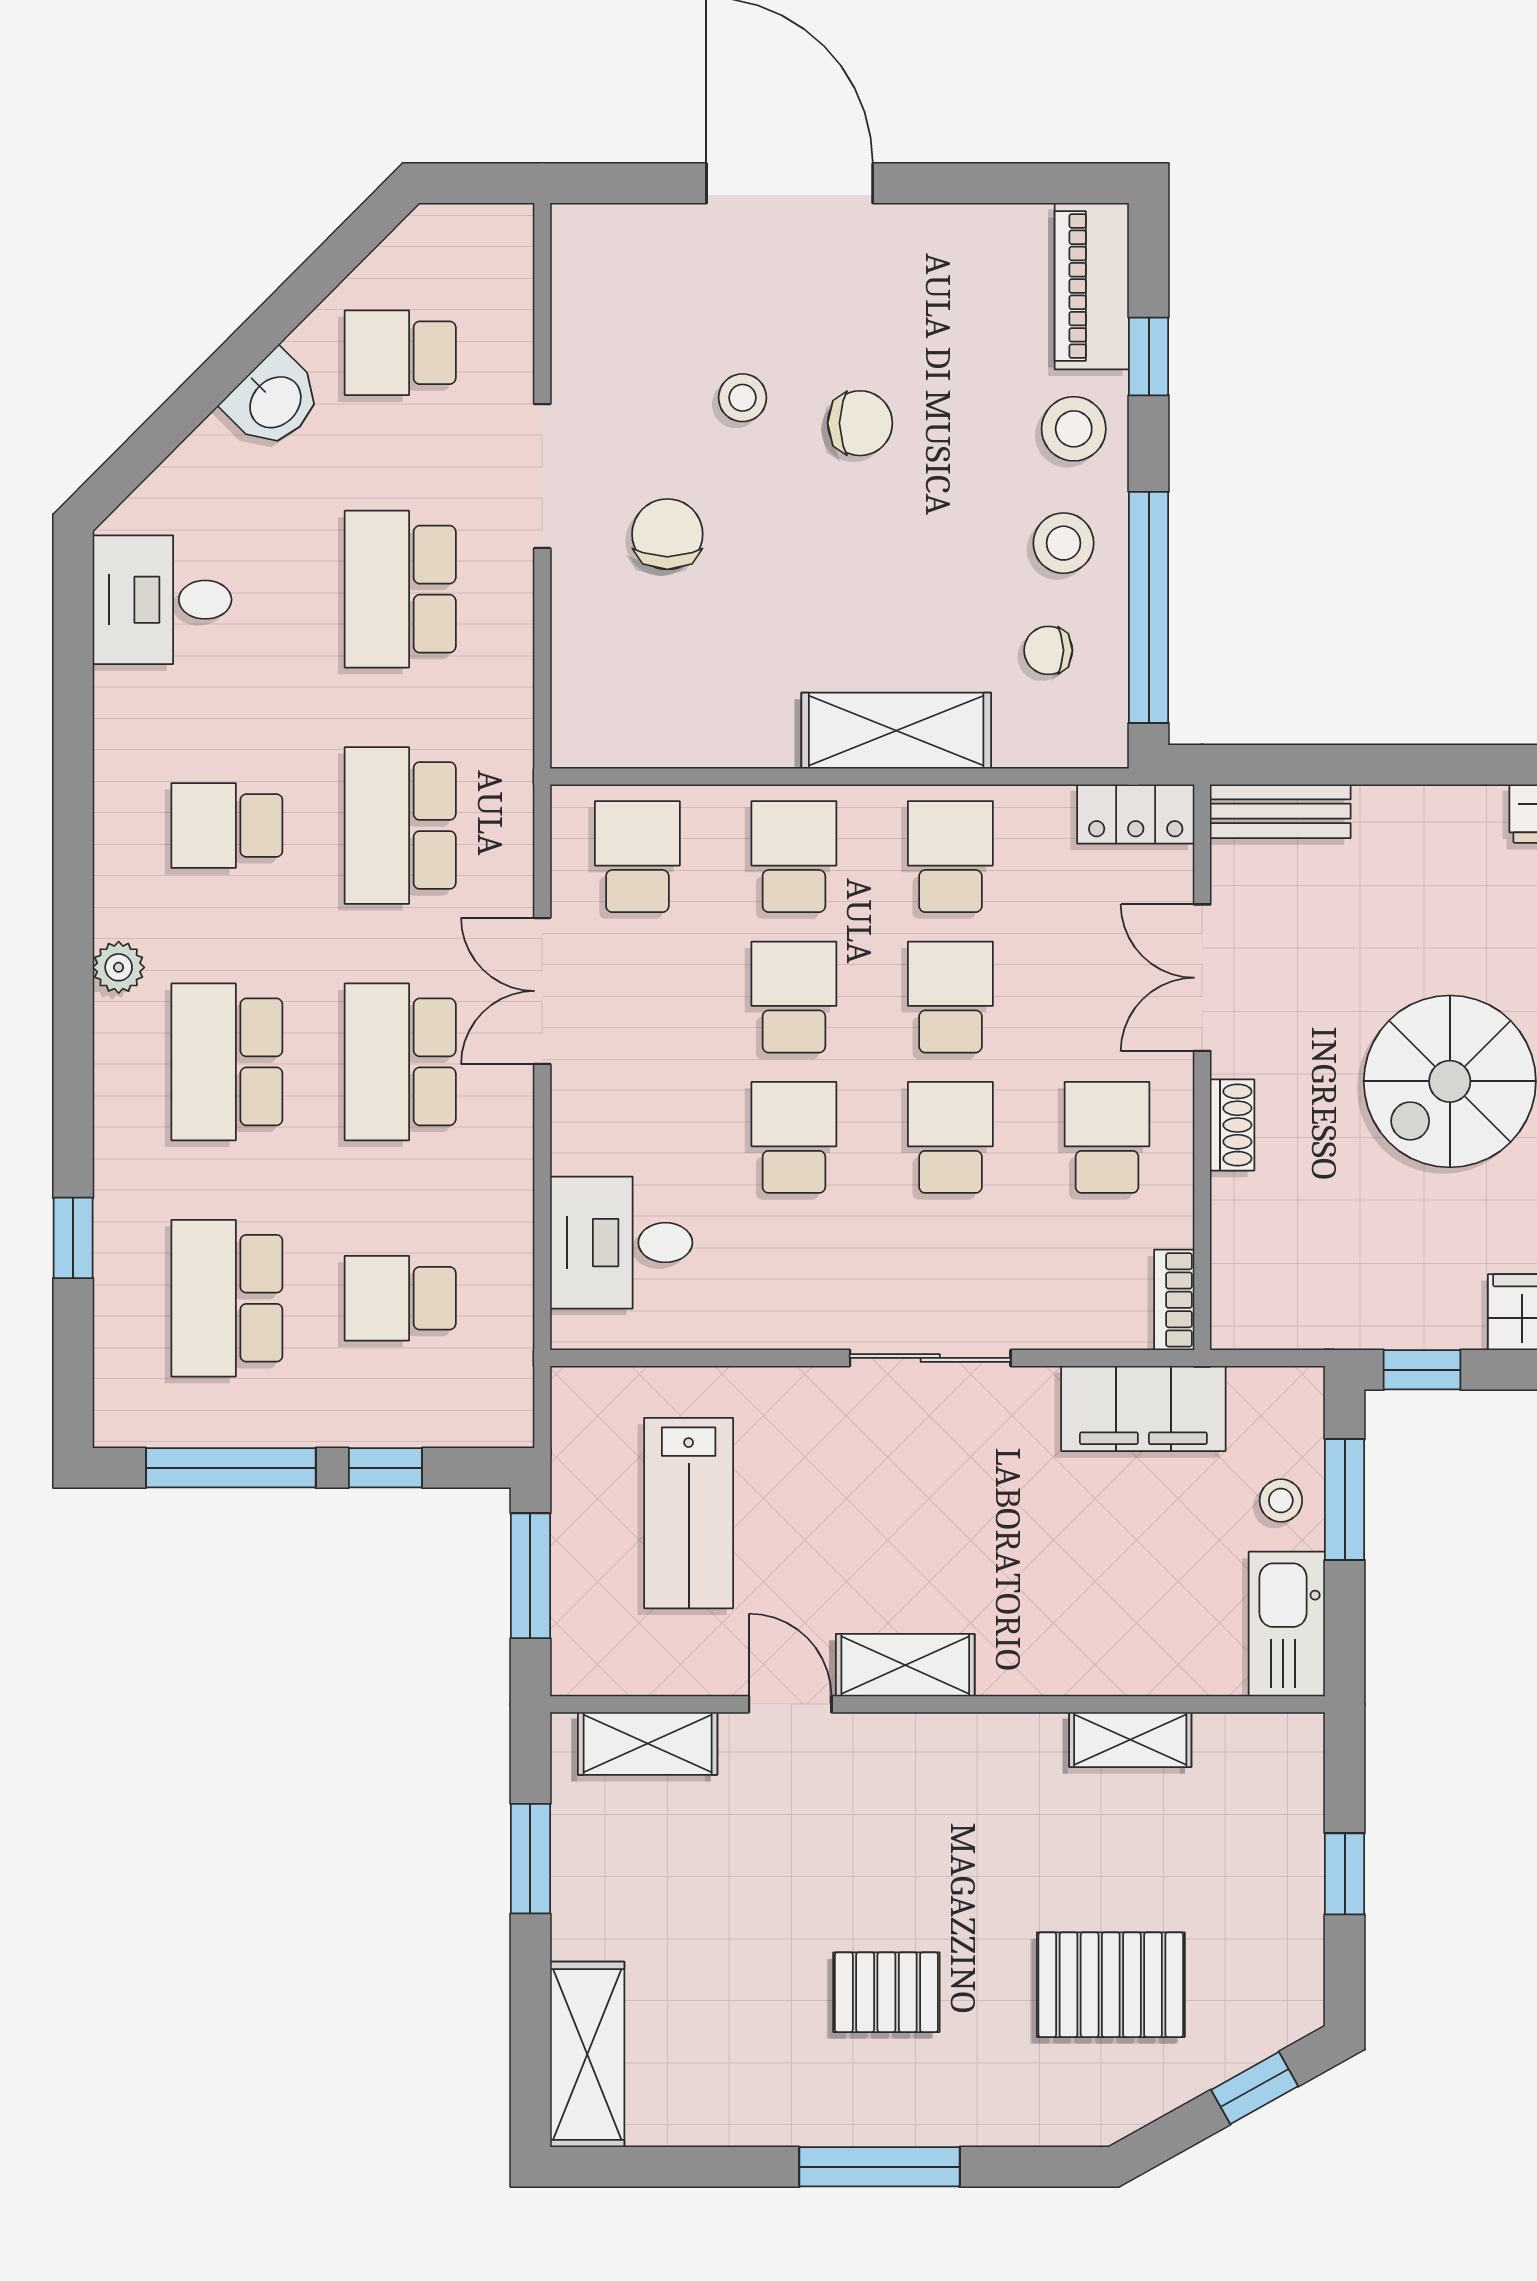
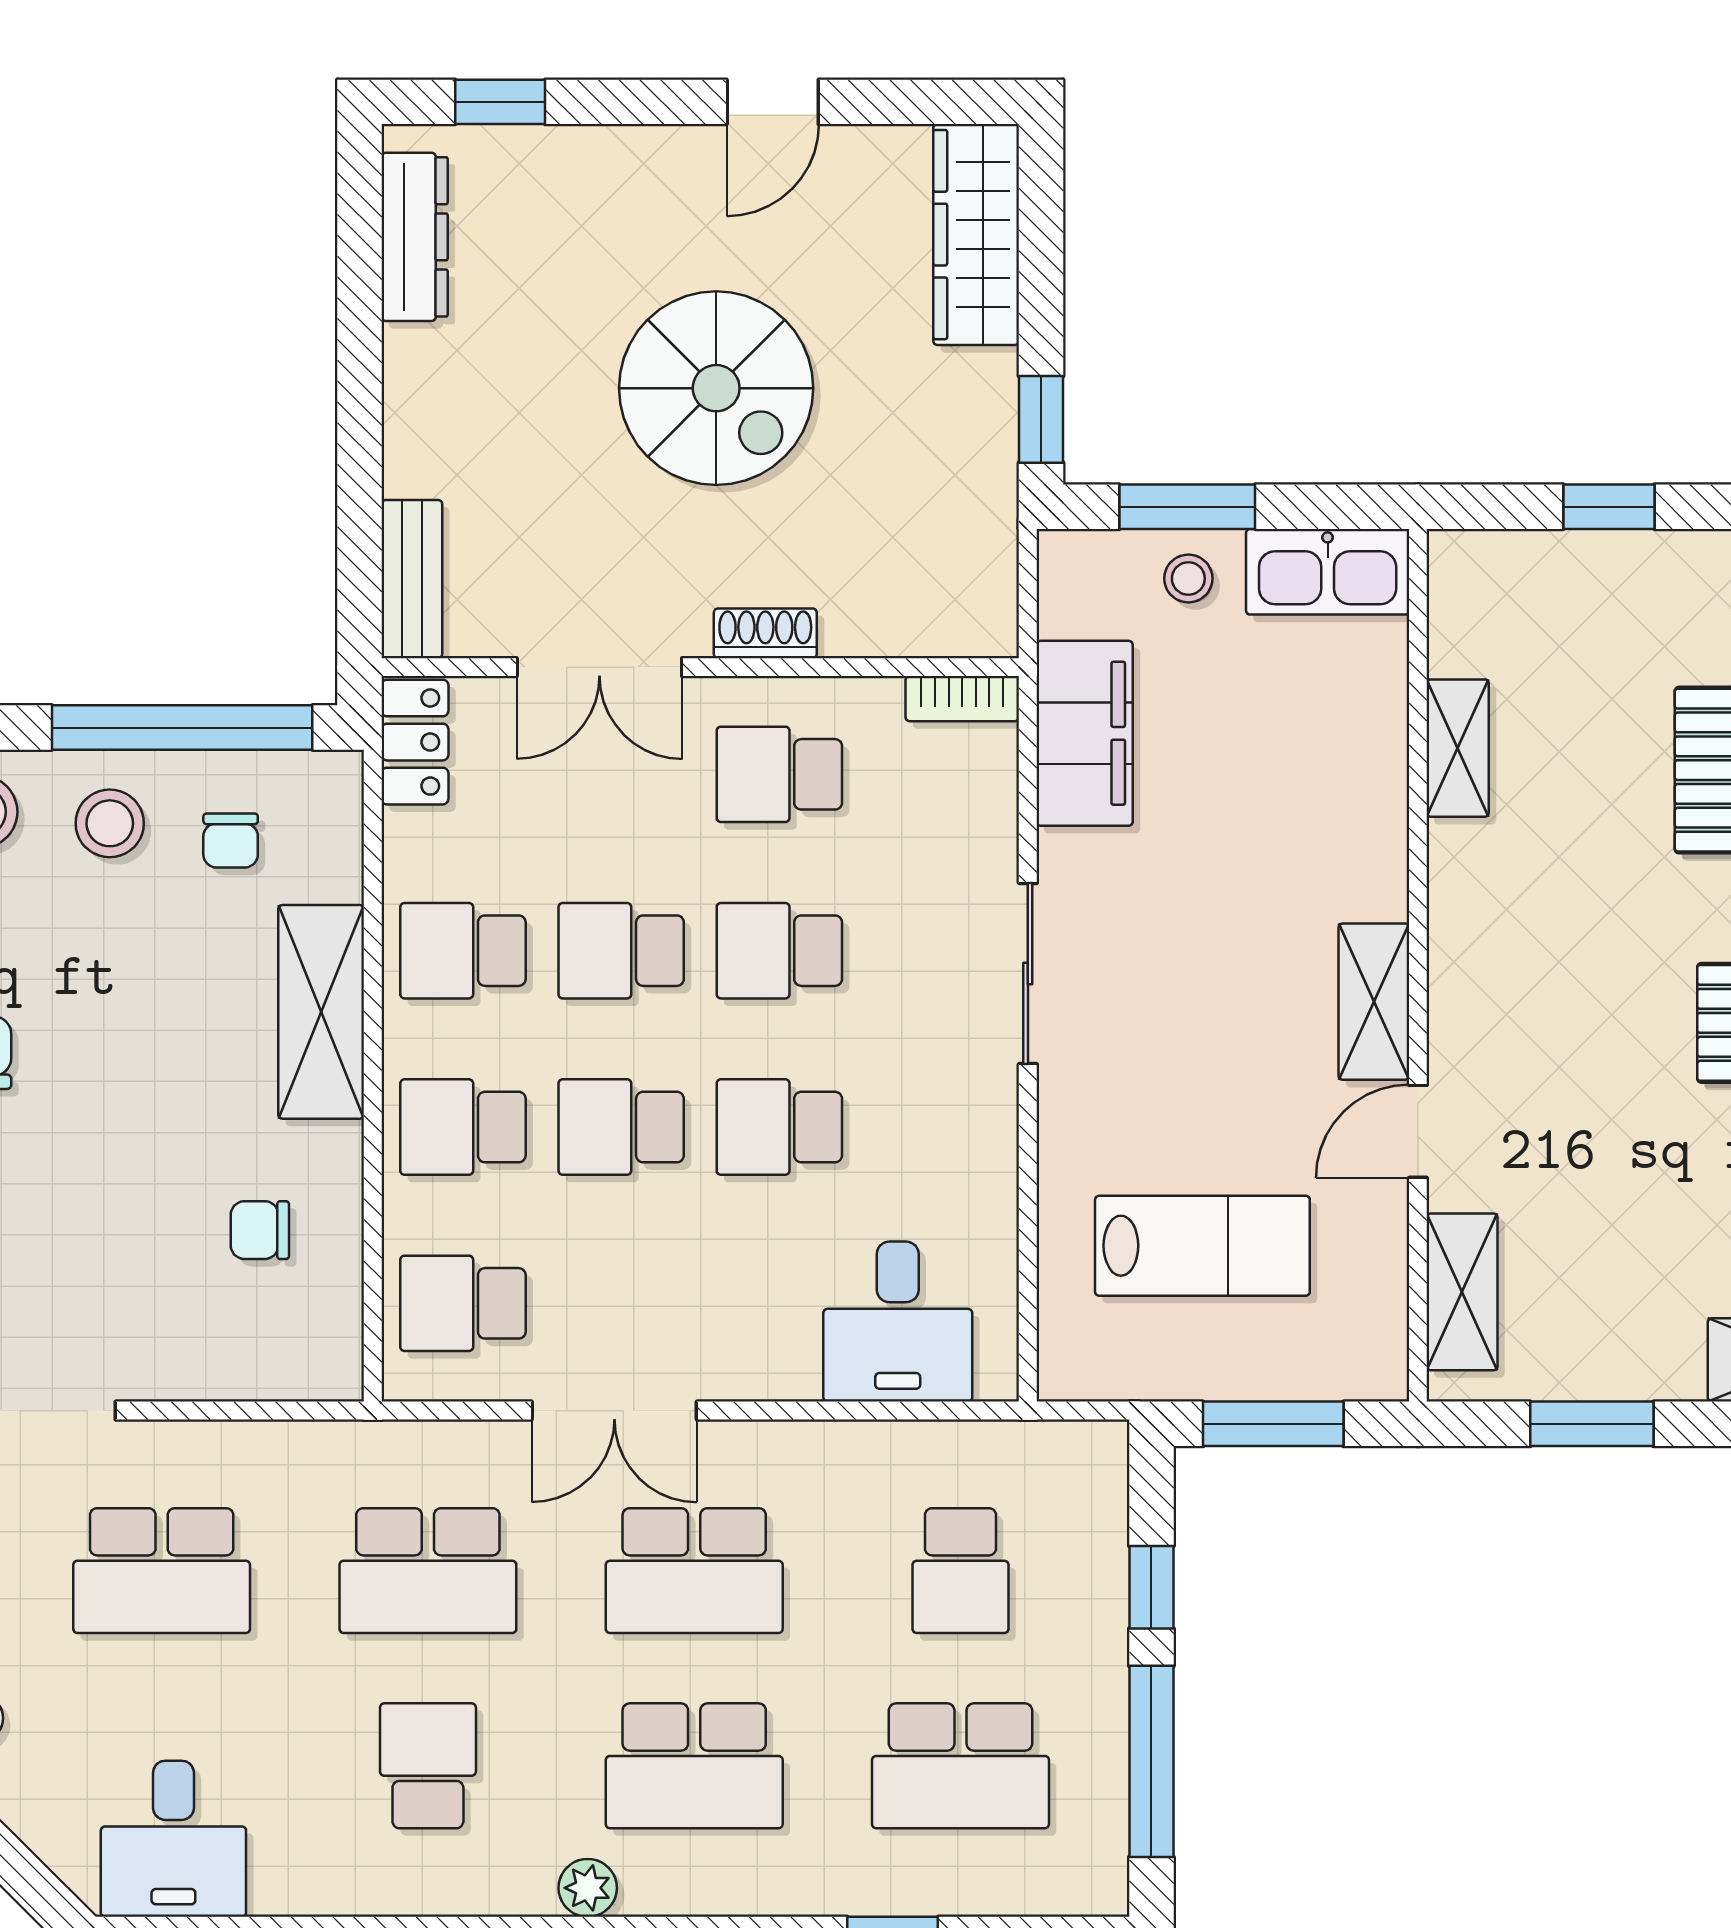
chair: (667, 534) -> (260, 1230), moved, width x0.73, depth x0.73
school desk: (227, 826) -> (428, 1766), turned 180

